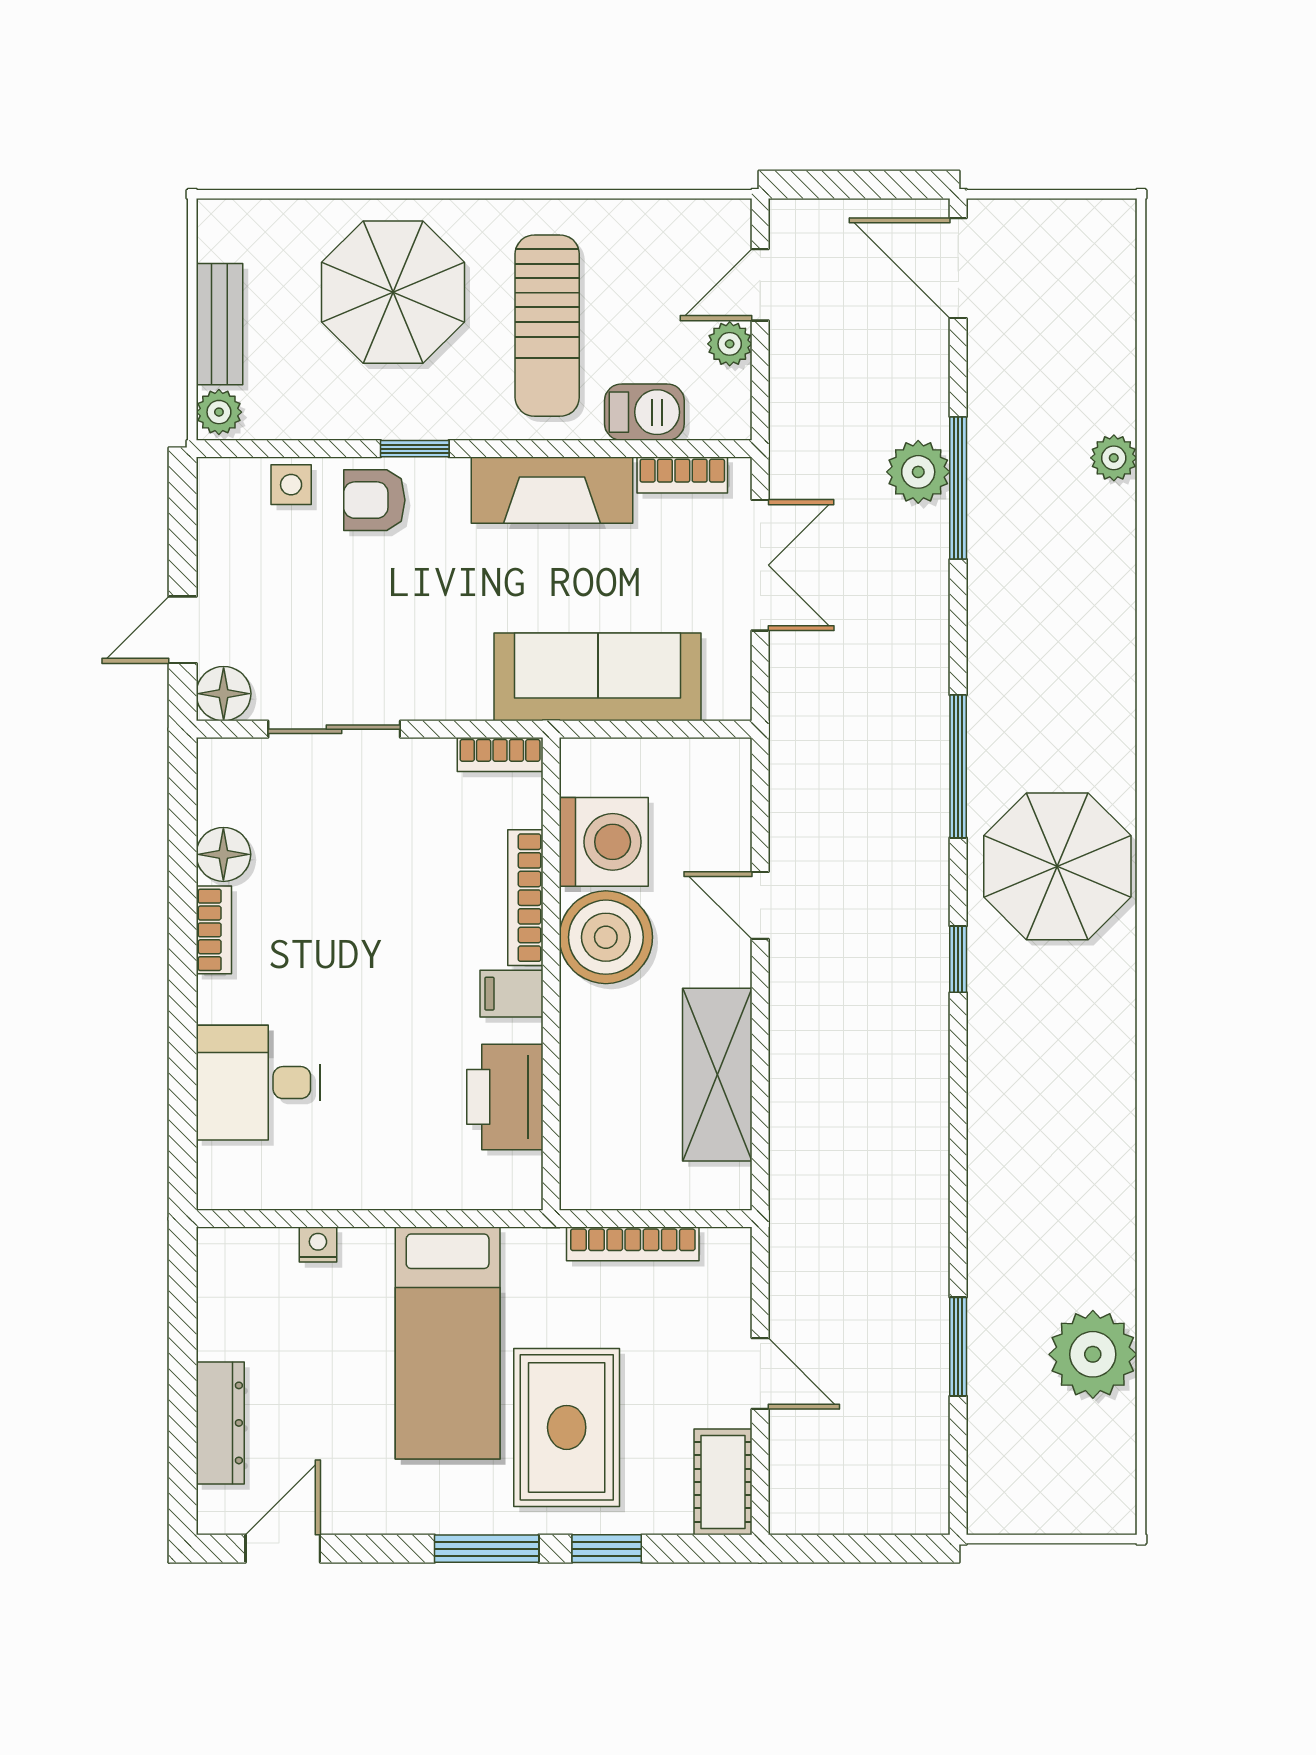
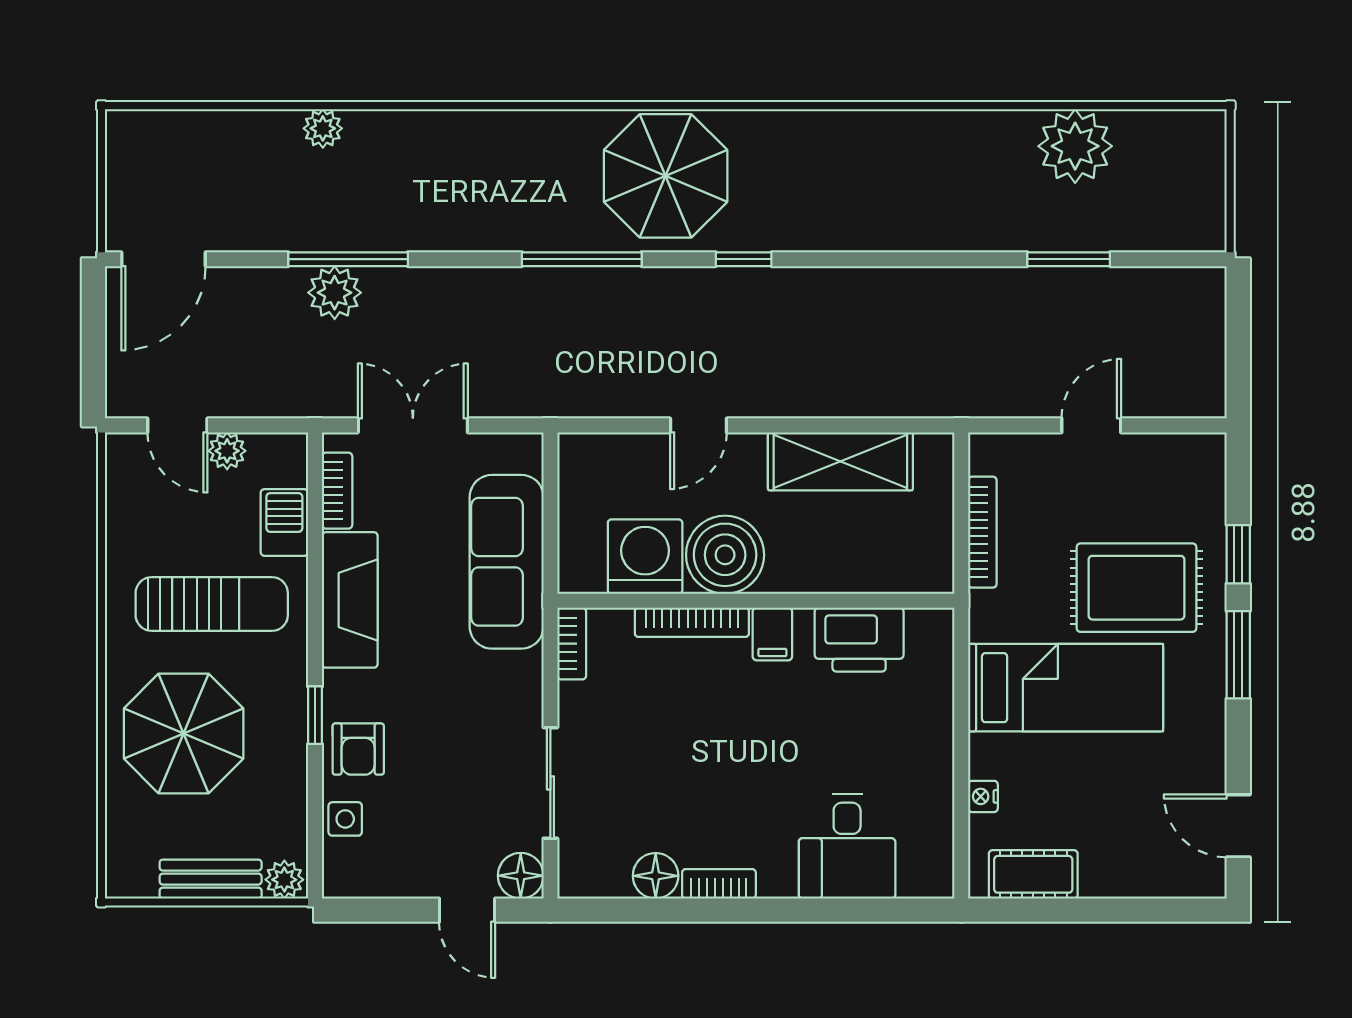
dresser: (220, 1423) -> (1133, 878), removed
cot: (723, 1482) -> (1033, 874), moved

